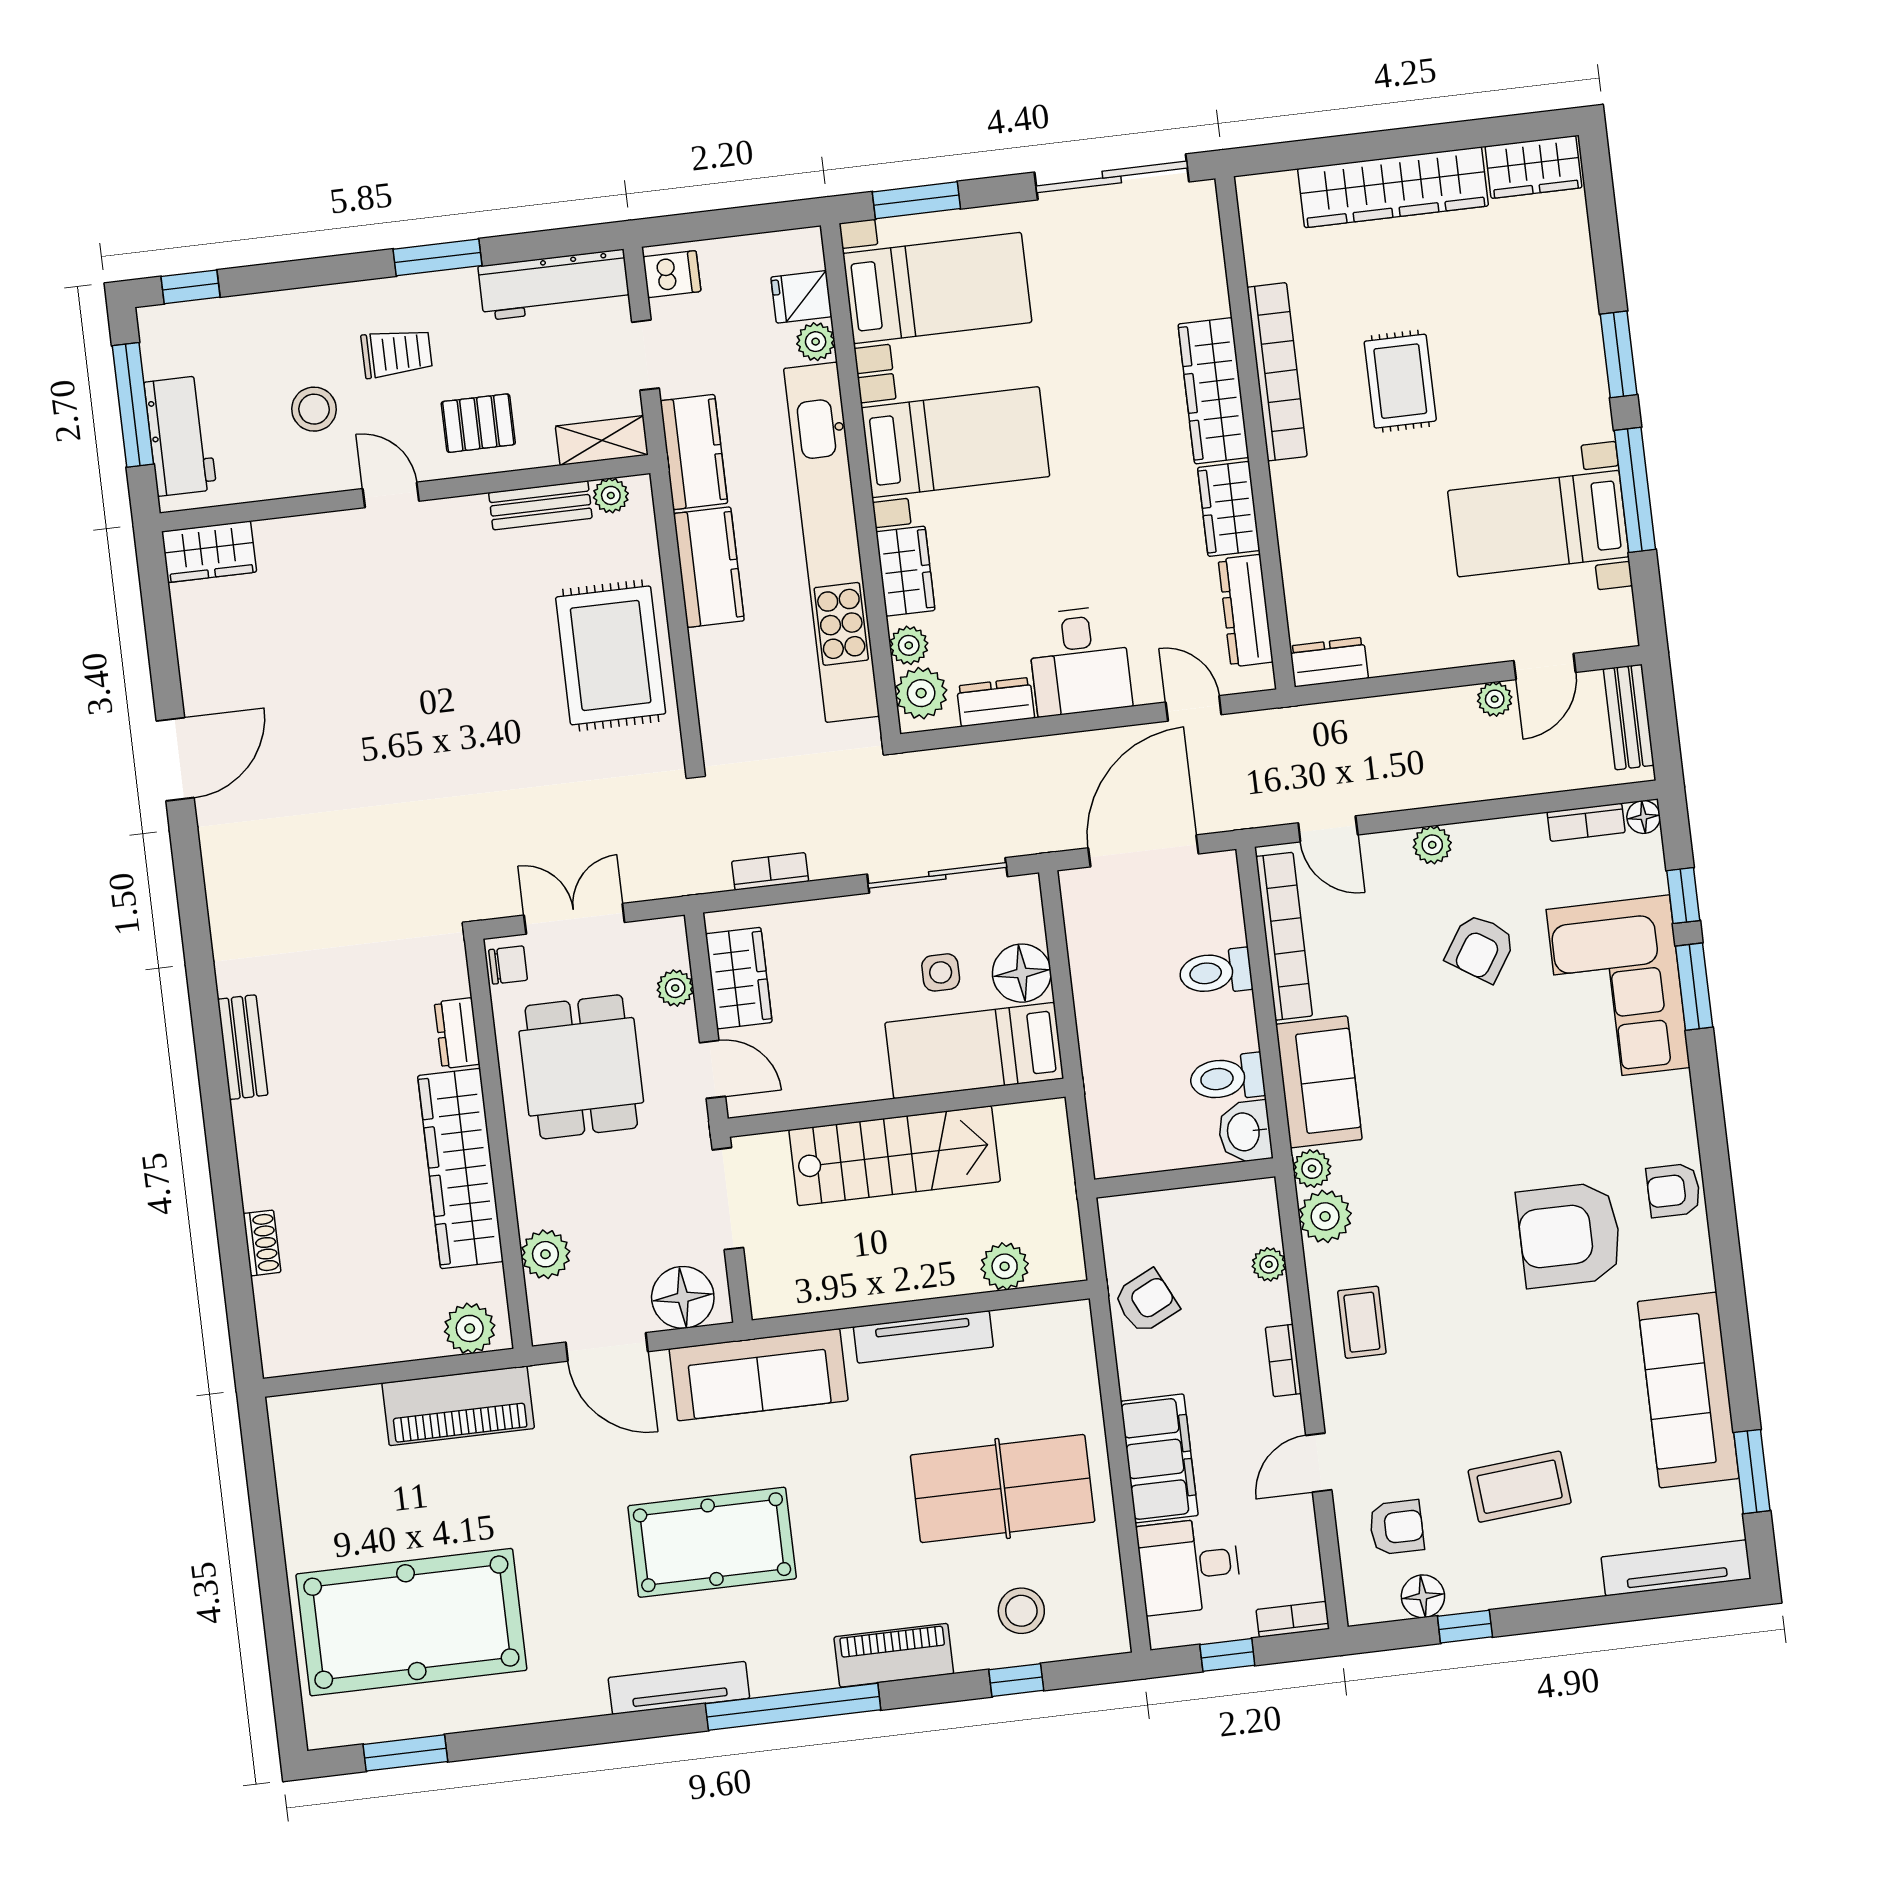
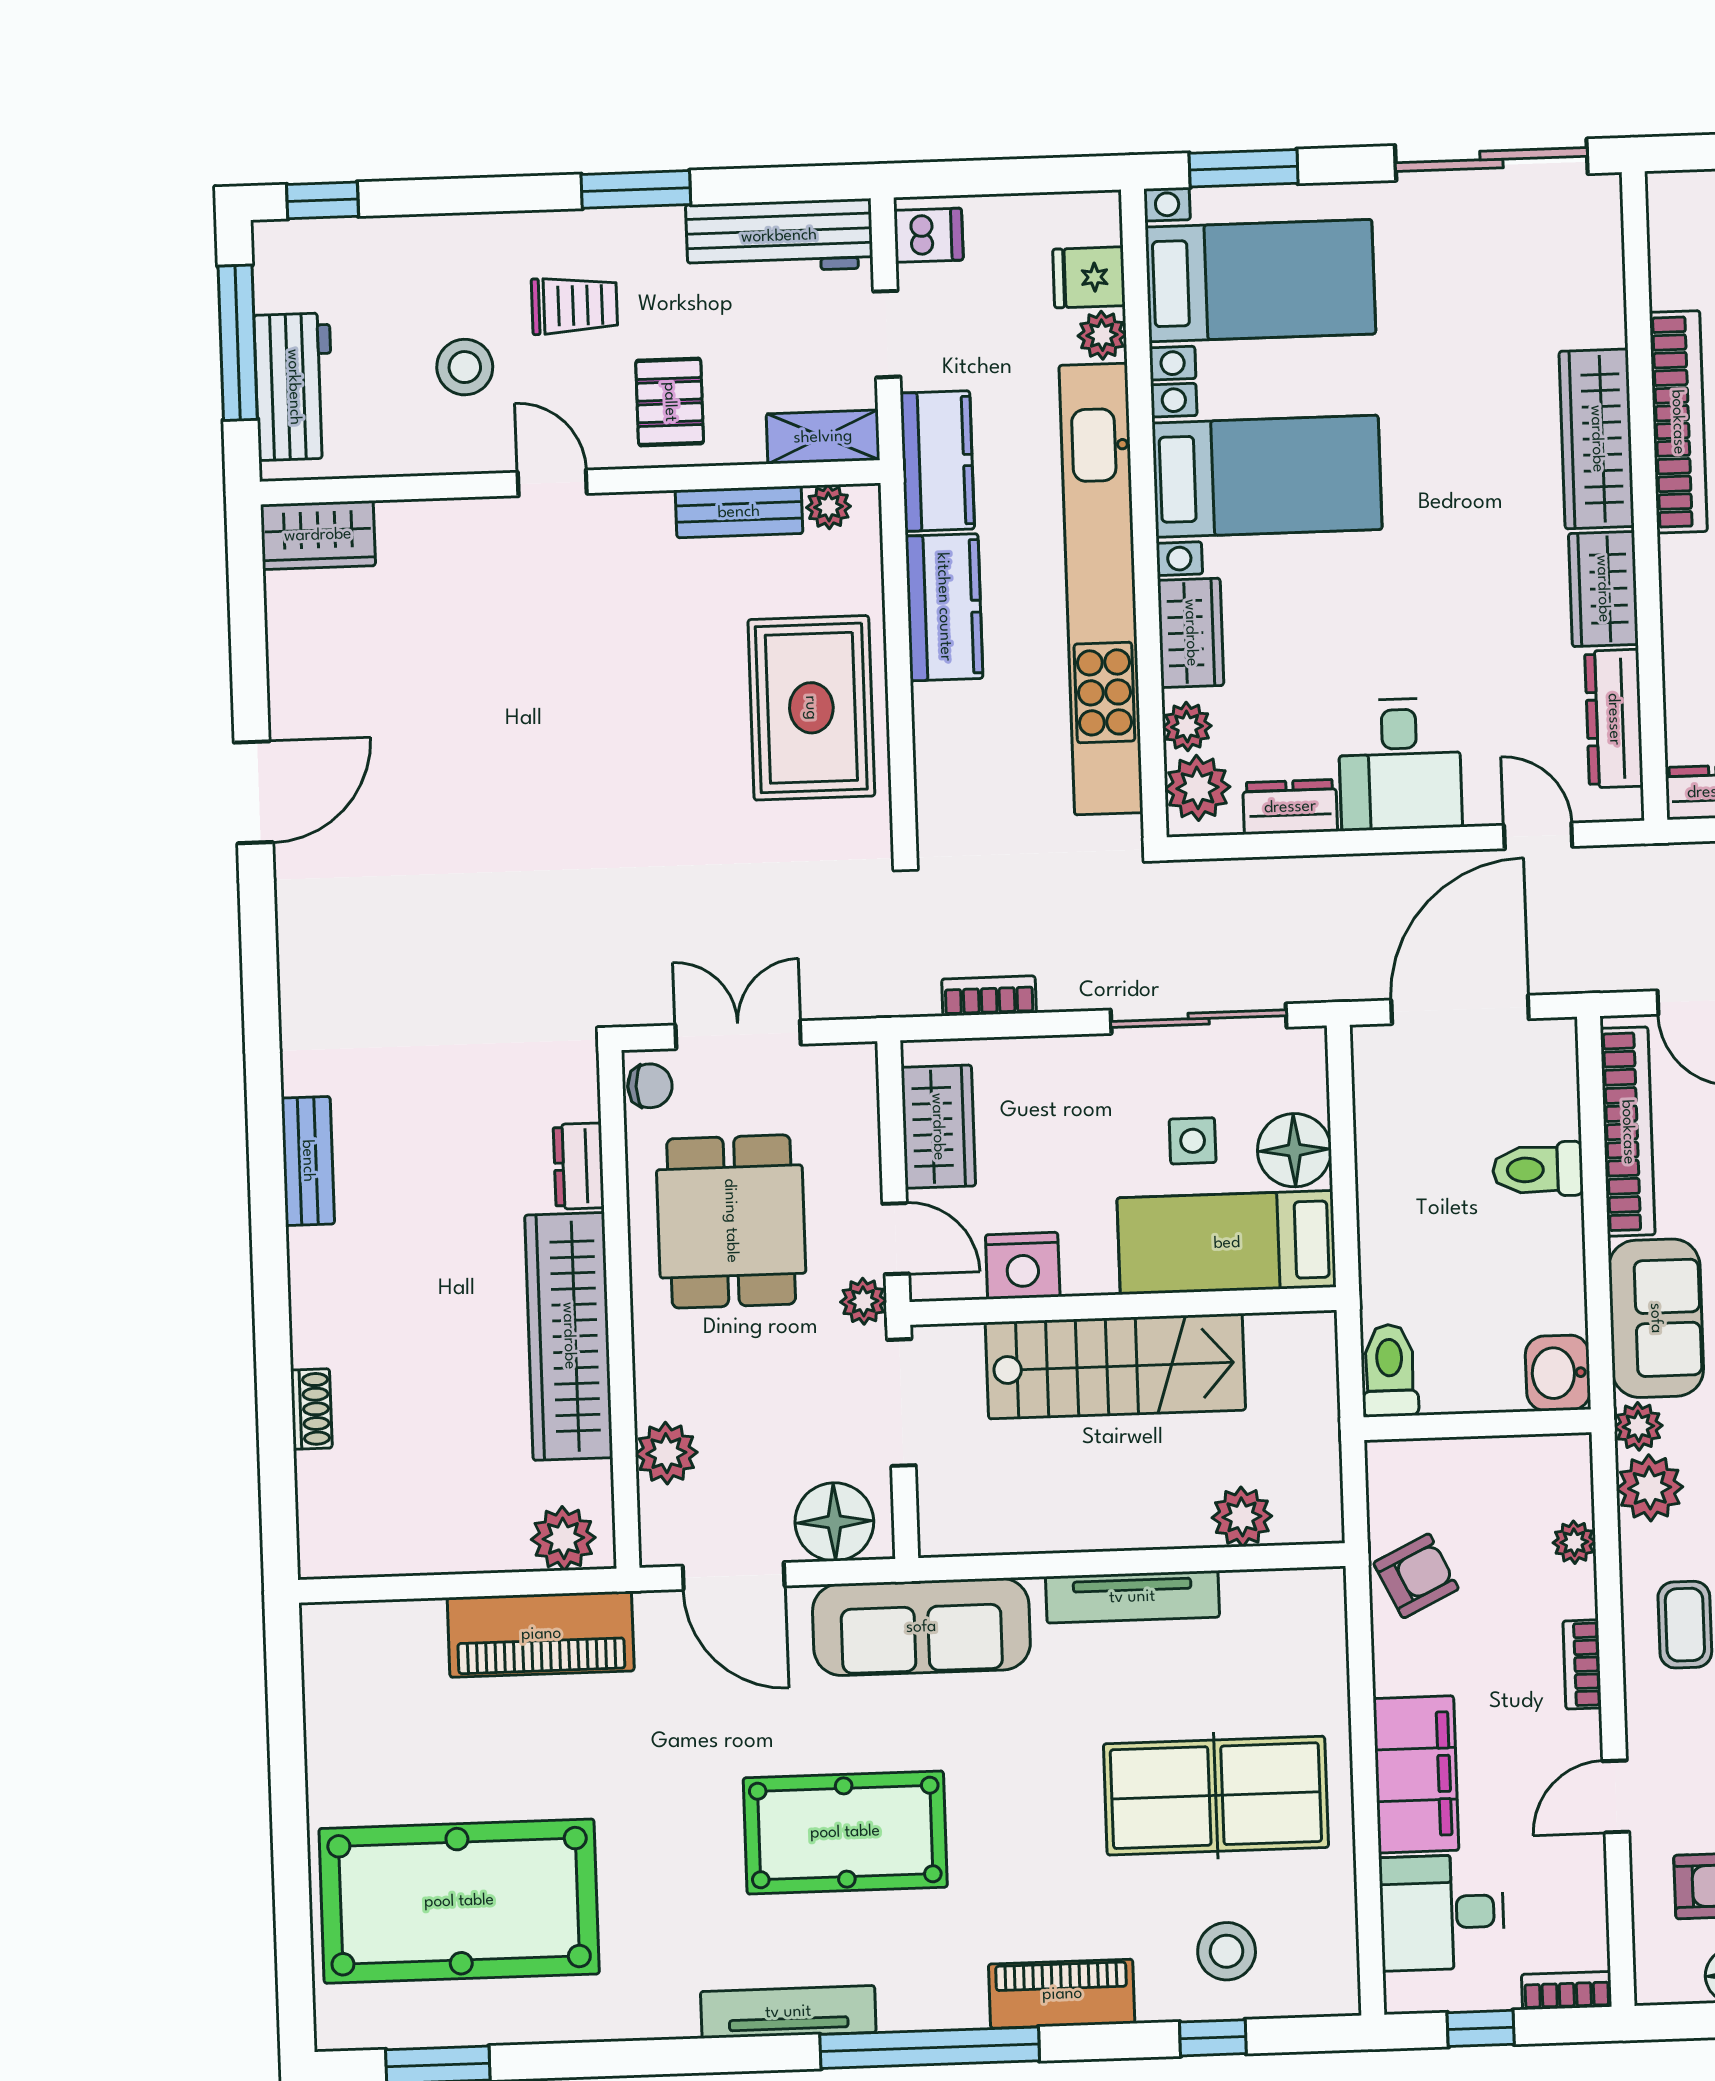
pallet: (478, 423) -> (670, 402), turned 90
plant: (675, 988) -> (863, 1301), moved
toilet: (1227, 1078) -> (1390, 1370), moved, turned 90
nightstand: (815, 1082) -> (1023, 1266), added

